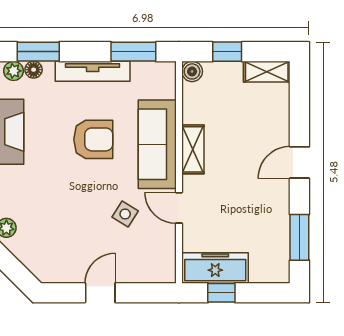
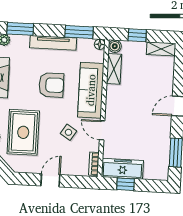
floor lamp: (34, 70) -> (100, 44), moved
shelving: (193, 149) -> (114, 69), moved
rug: (52, 218) -> (23, 132), added
bookcase: (169, 262) -> (94, 164), added

